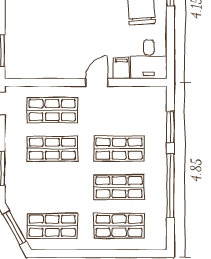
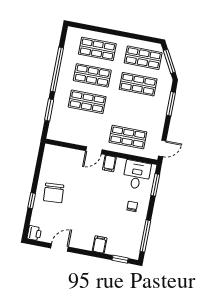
chair: (27, 14) -> (132, 206), added
desk: (149, 59) -> (137, 175), moved
filing cabinet: (121, 68) -> (109, 163), moved
shop shelf: (52, 149) -> (138, 84), moved

